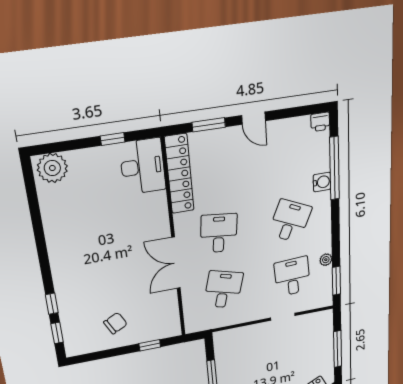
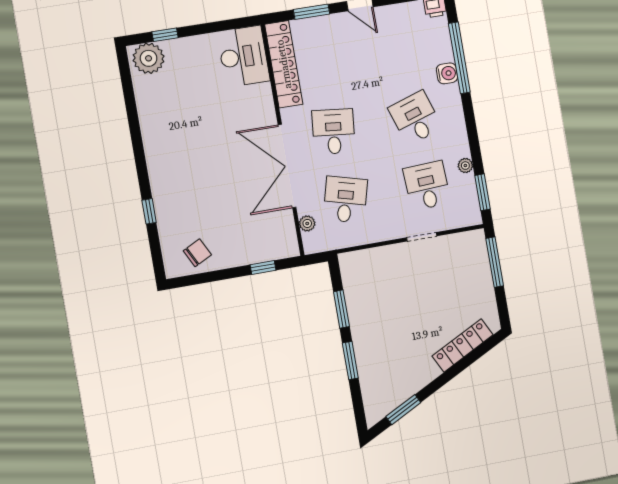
window: (113, 139) -> (165, 35), moved
desk: (290, 221) -> (415, 118), turned -42
double door: (176, 263) -> (287, 166), width x1.36
plant: (190, 309) -> (307, 223), added
chair: (115, 323) -> (197, 253), moved
window: (57, 333) -> (155, 248), removed
window: (337, 349) -> (495, 262), moved

